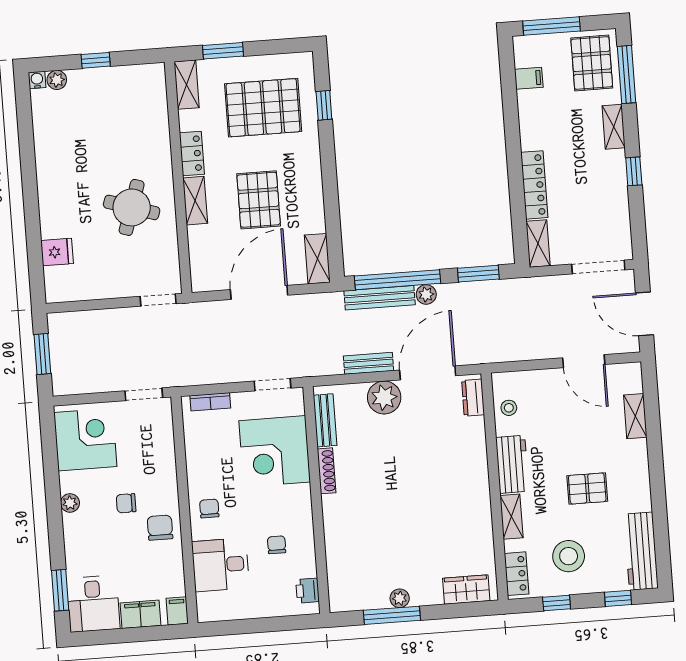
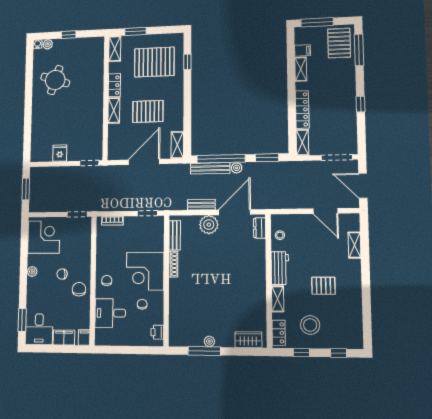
shelving: (614, 127) -> (301, 69), moved
pallet: (259, 200) -> (148, 111), turned 90
round table: (132, 207) -> (55, 80), moved
fridge: (57, 252) -> (60, 153), moved, turned -90
corner desk: (275, 451) -> (145, 271), moved
workbench: (641, 551) -> (354, 326), removed

